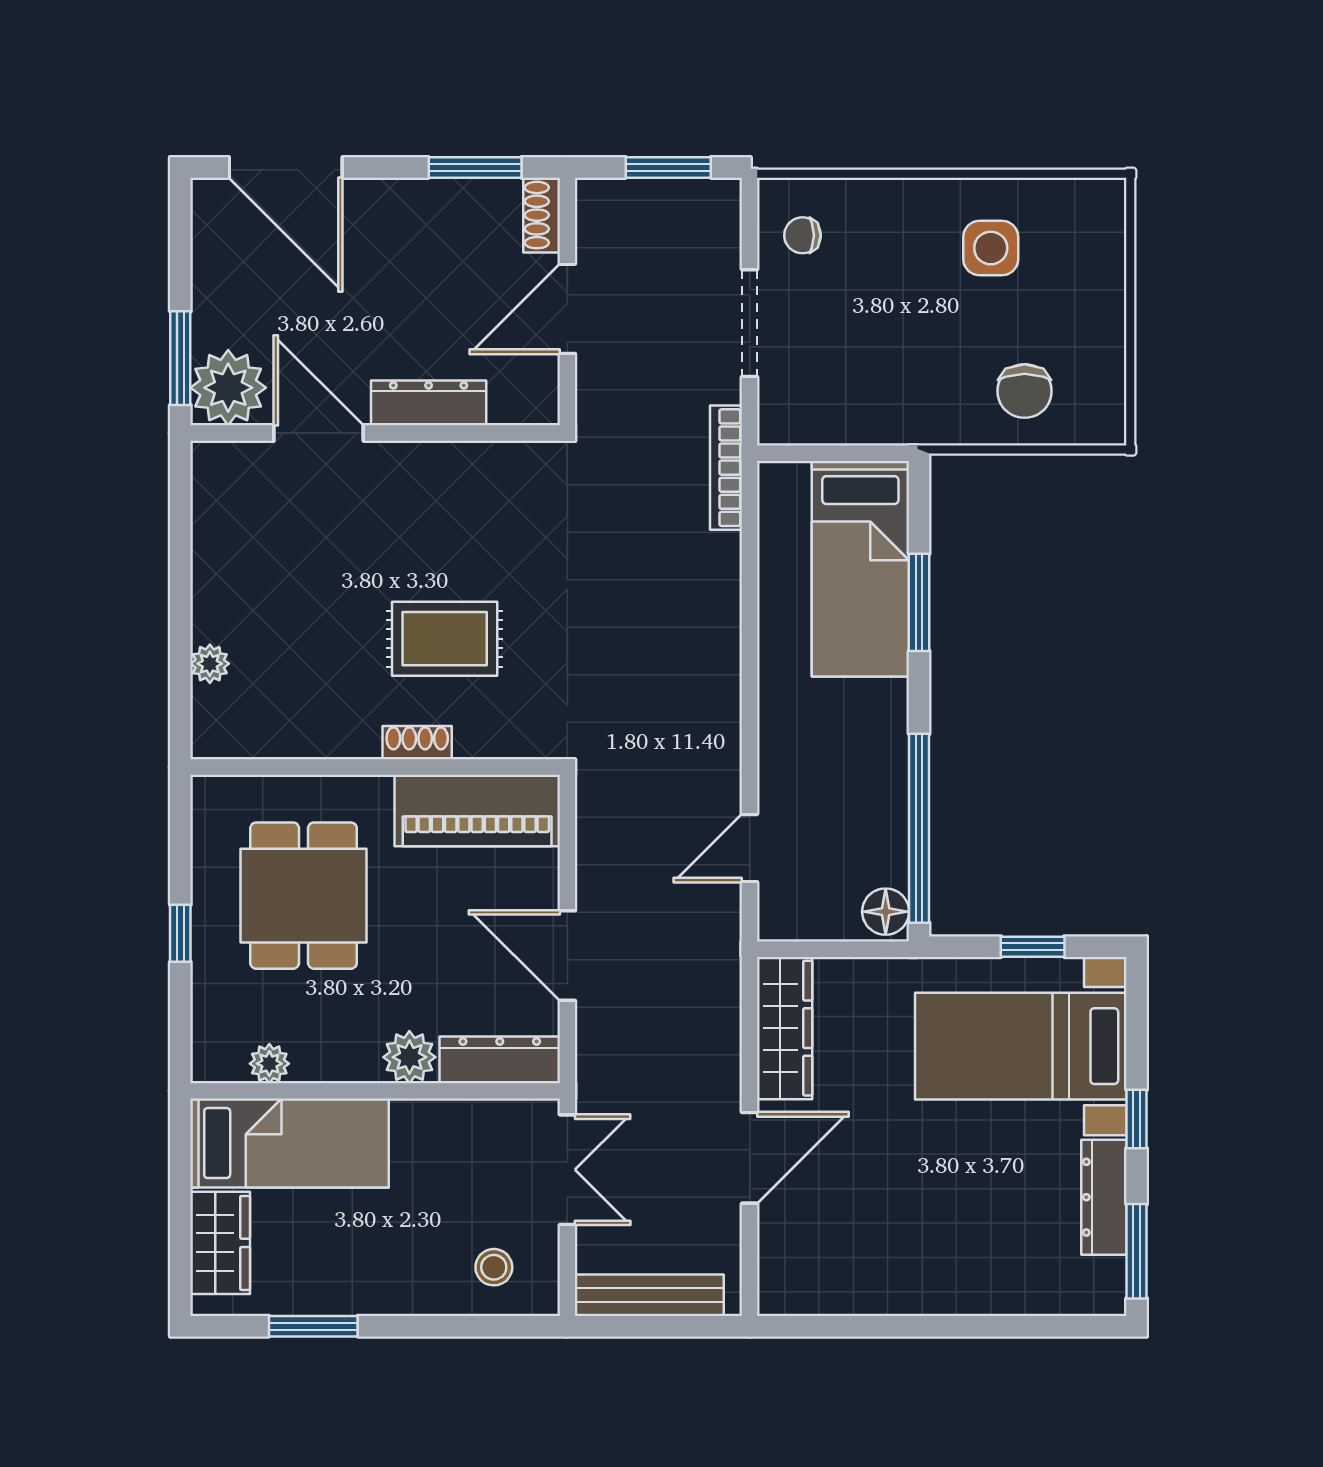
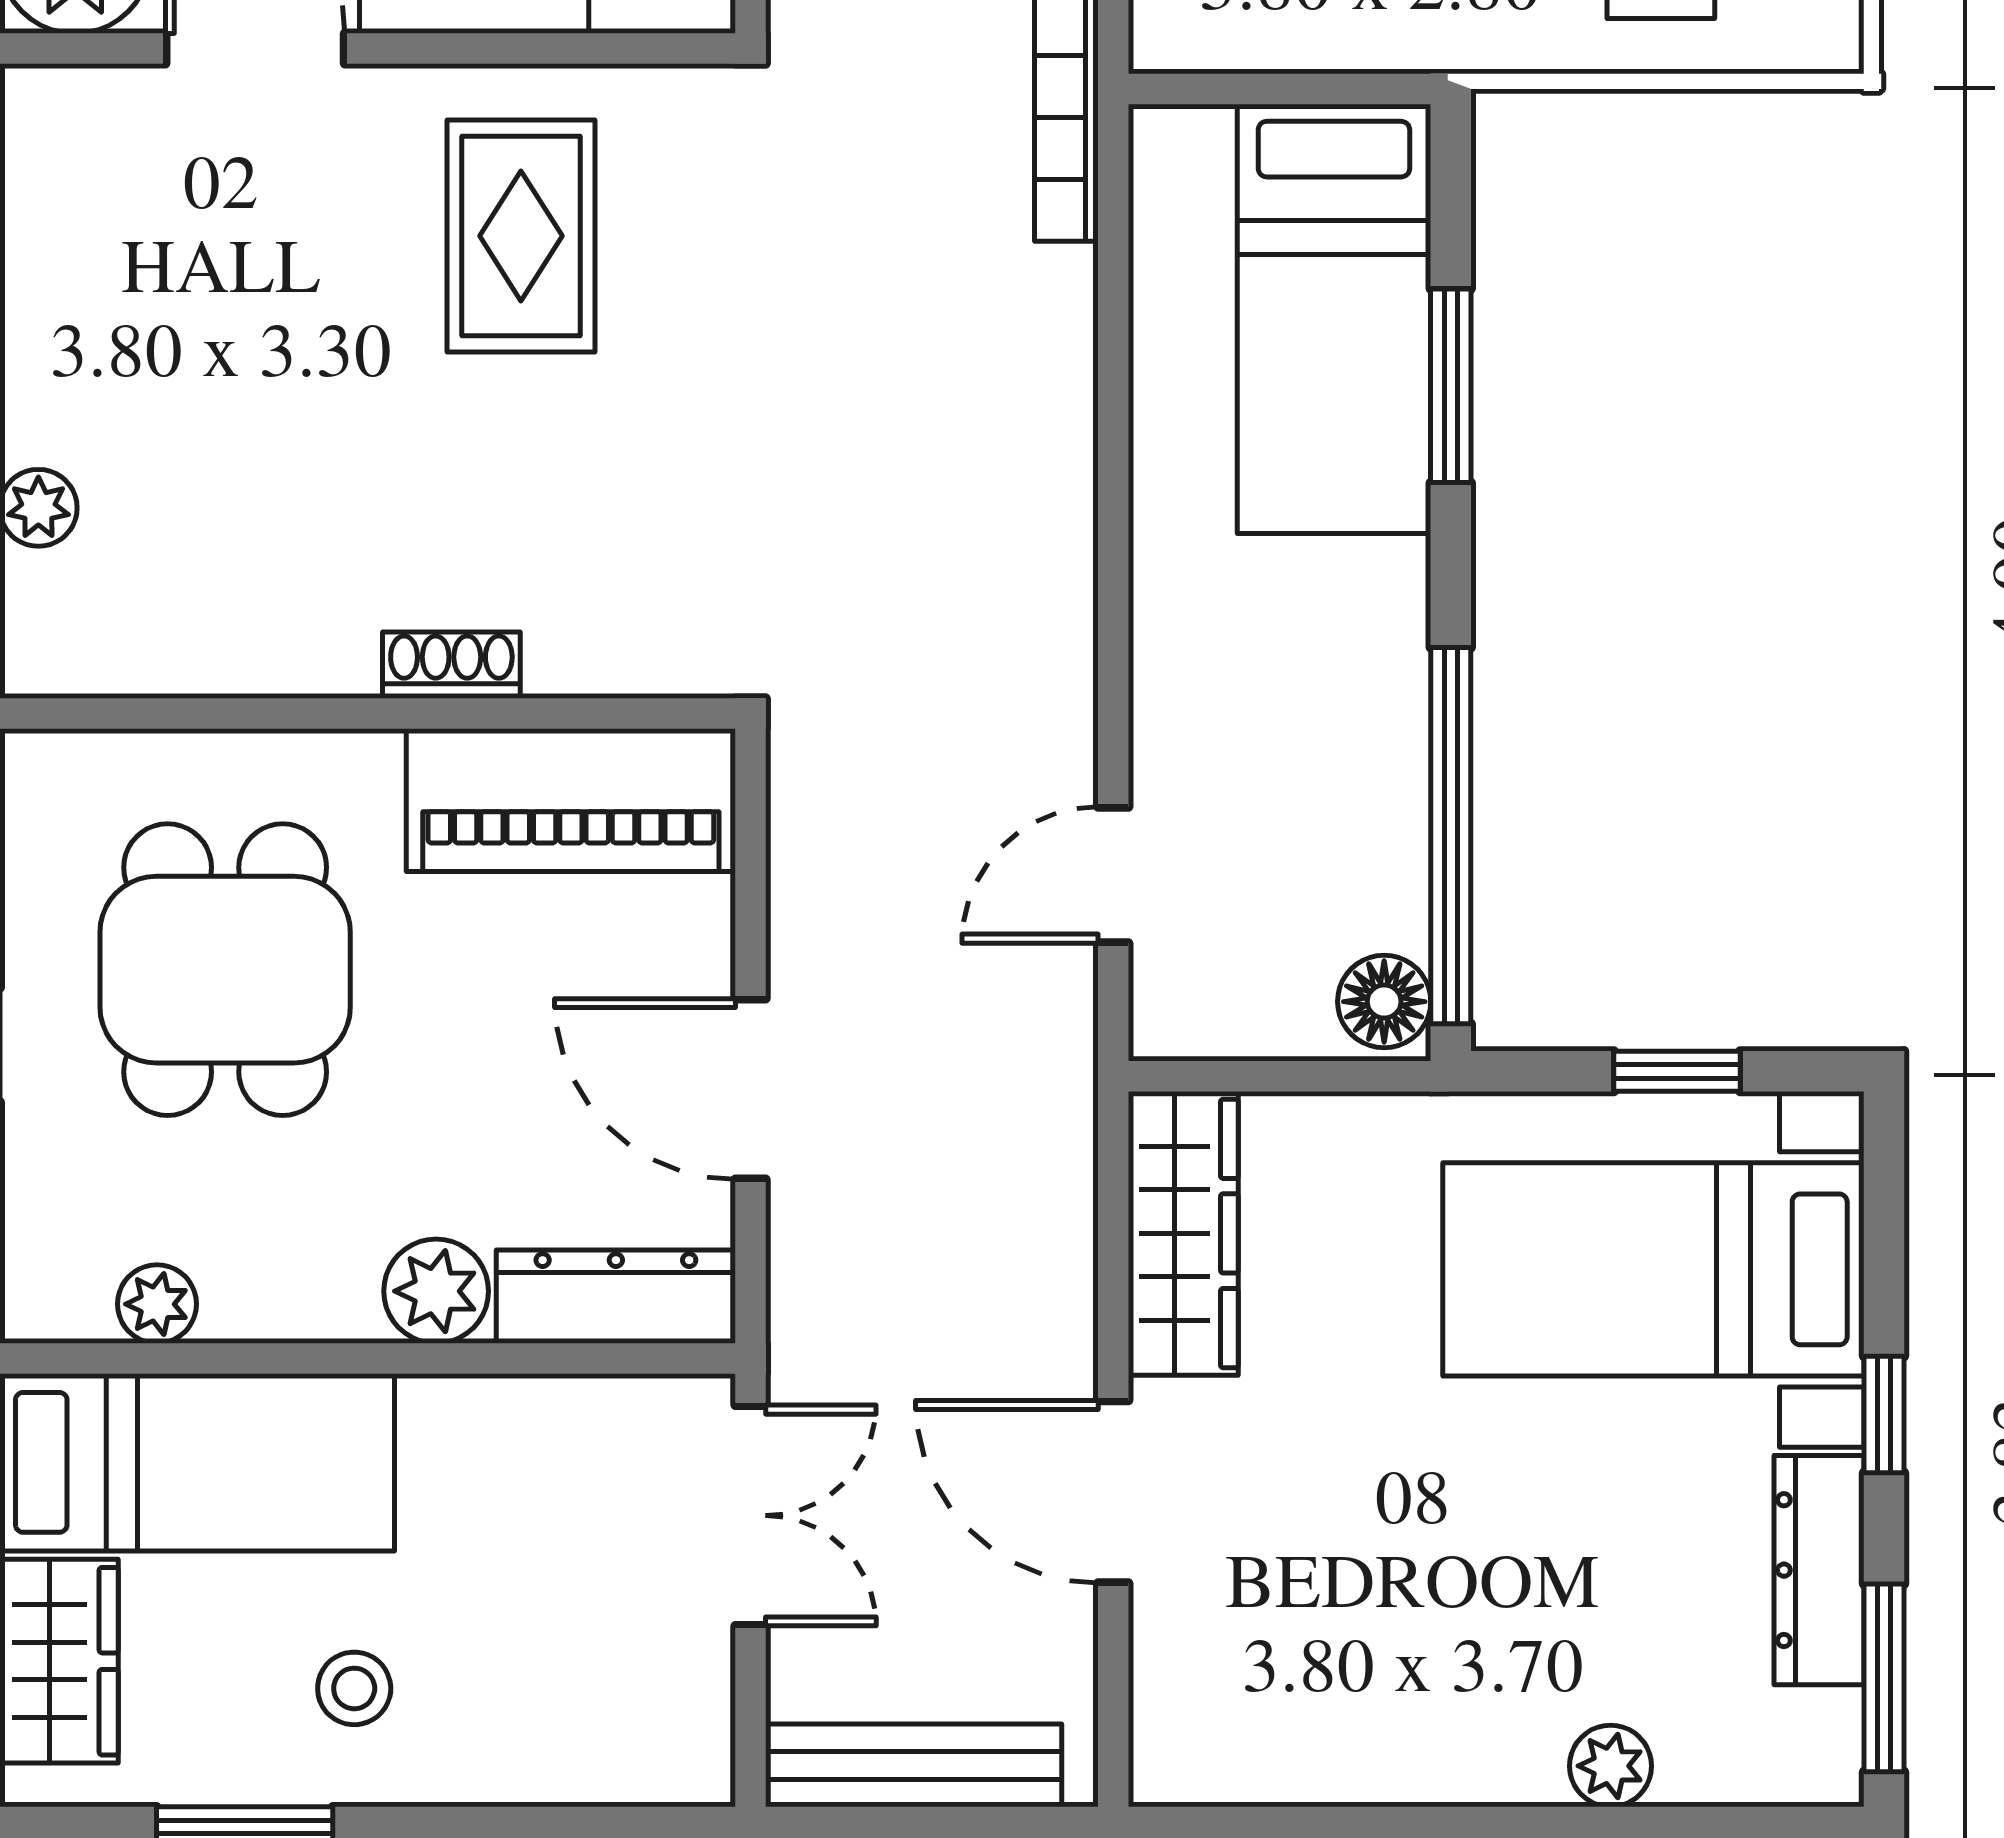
rug: (445, 639) -> (521, 236), moved, turned 90
door: (750, 1158) -> (1113, 1492), swing flipped
stool: (494, 1267) -> (354, 1688), moved
plant: (999, 1295) -> (1611, 1766), added

